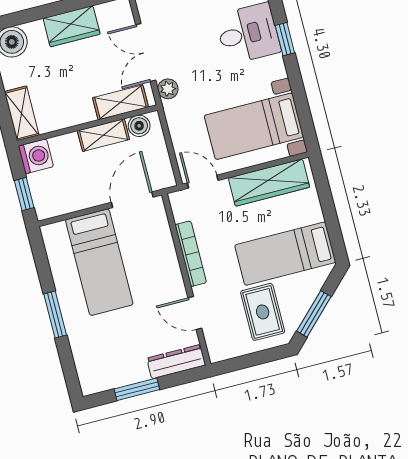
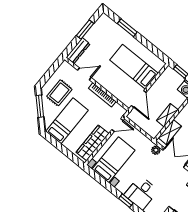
boiler: (139, 126) -> (157, 128), removed
rug: (263, 312) -> (59, 93), turned 90
window: (55, 315) -> (127, 28), moved

